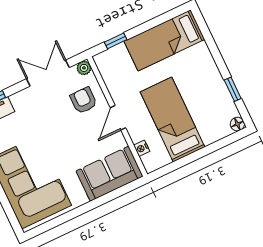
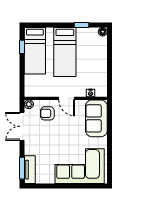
window: (116, 41) -> (22, 47), moved
bed: (173, 120) -> (65, 52), moved, turned -90

